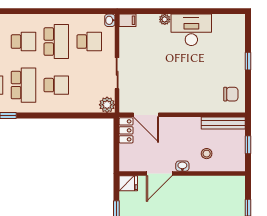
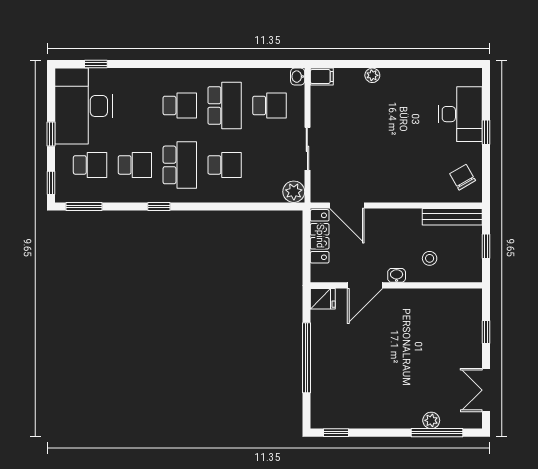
desk: (191, 30) -> (460, 114), moved, turned 90
chair: (231, 94) -> (463, 177), turned -120
locker: (126, 130) -> (320, 236), width x1.53

